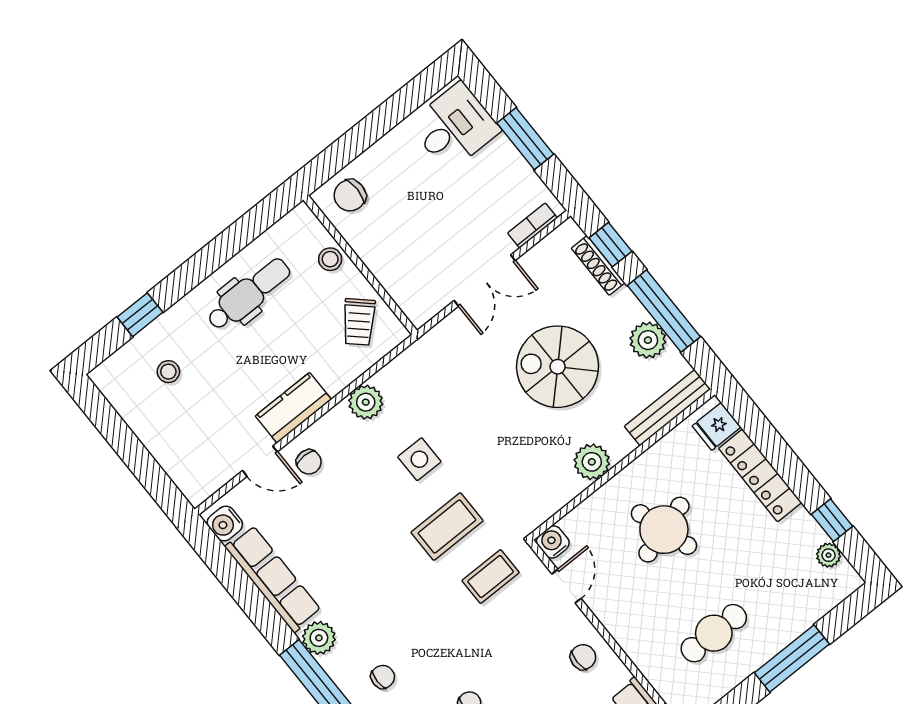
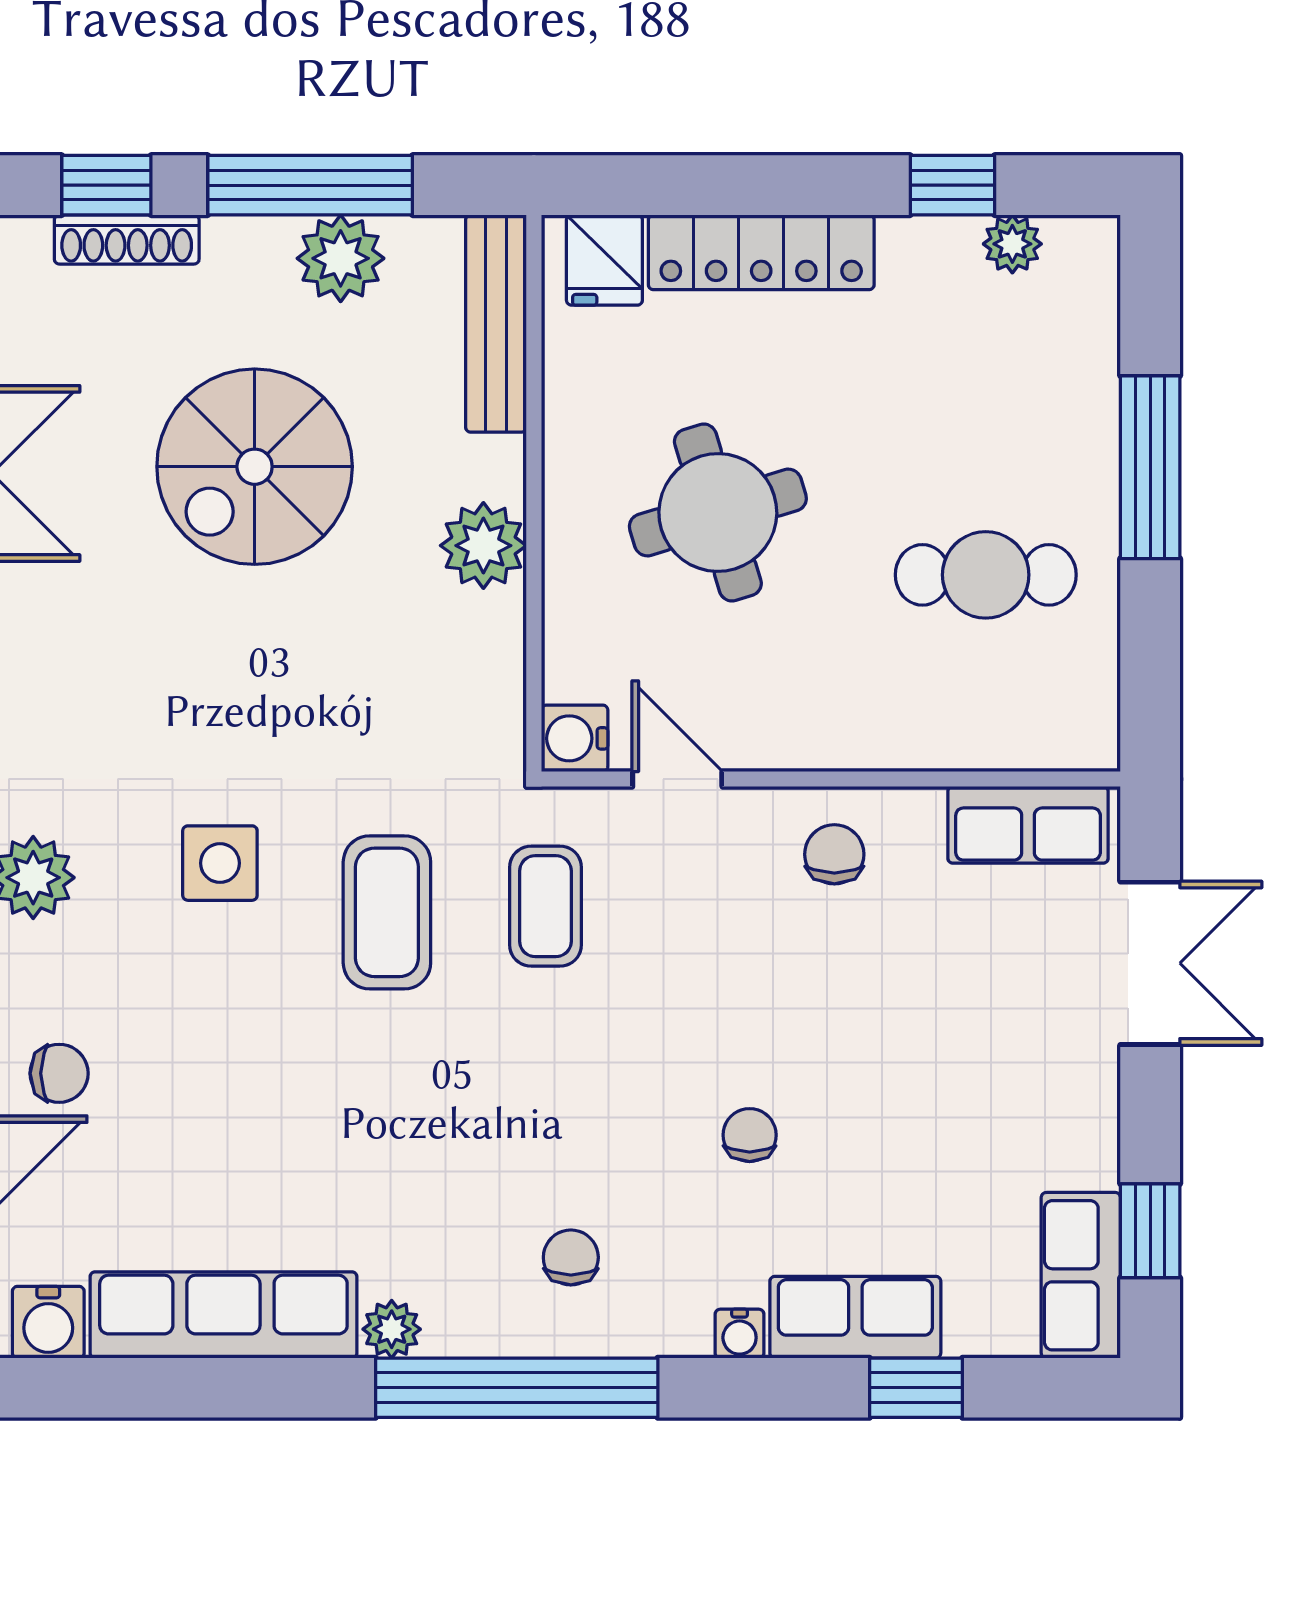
cafe table: (714, 633) -> (986, 575), turned 90
plant: (319, 638) -> (392, 1329), width x0.73, depth x0.73

